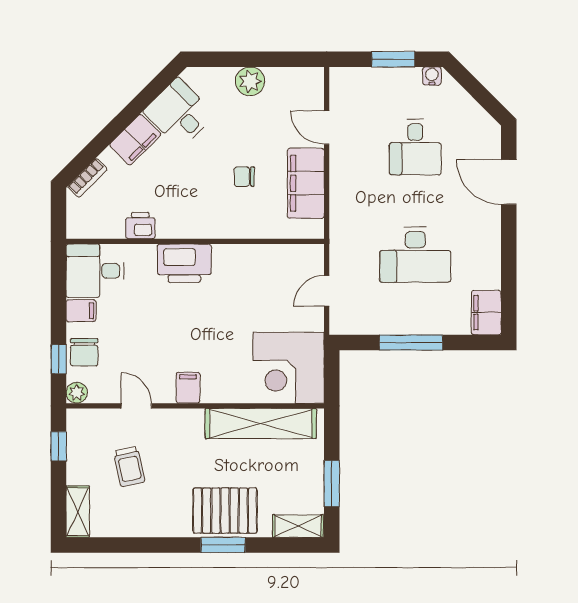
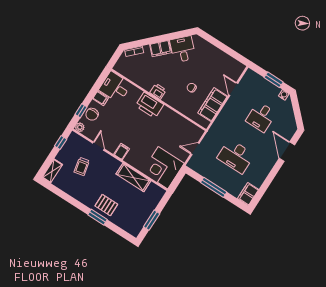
plant: (250, 81) -> (216, 54), removed
printer: (140, 226) -> (158, 91), moved
shelving: (261, 423) -> (133, 177), width x0.68
pallet: (225, 511) -> (106, 205), width x0.67, depth x0.71
shelving: (298, 526) -> (129, 228), removed

